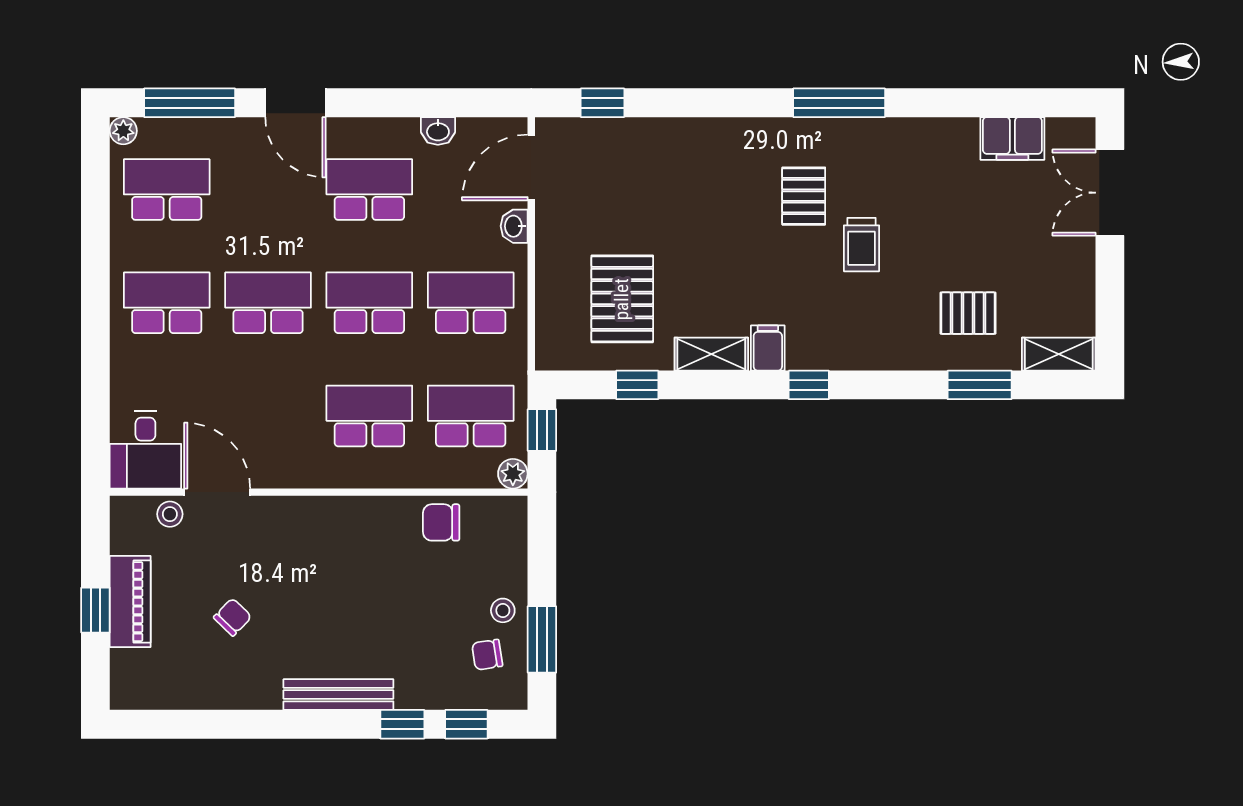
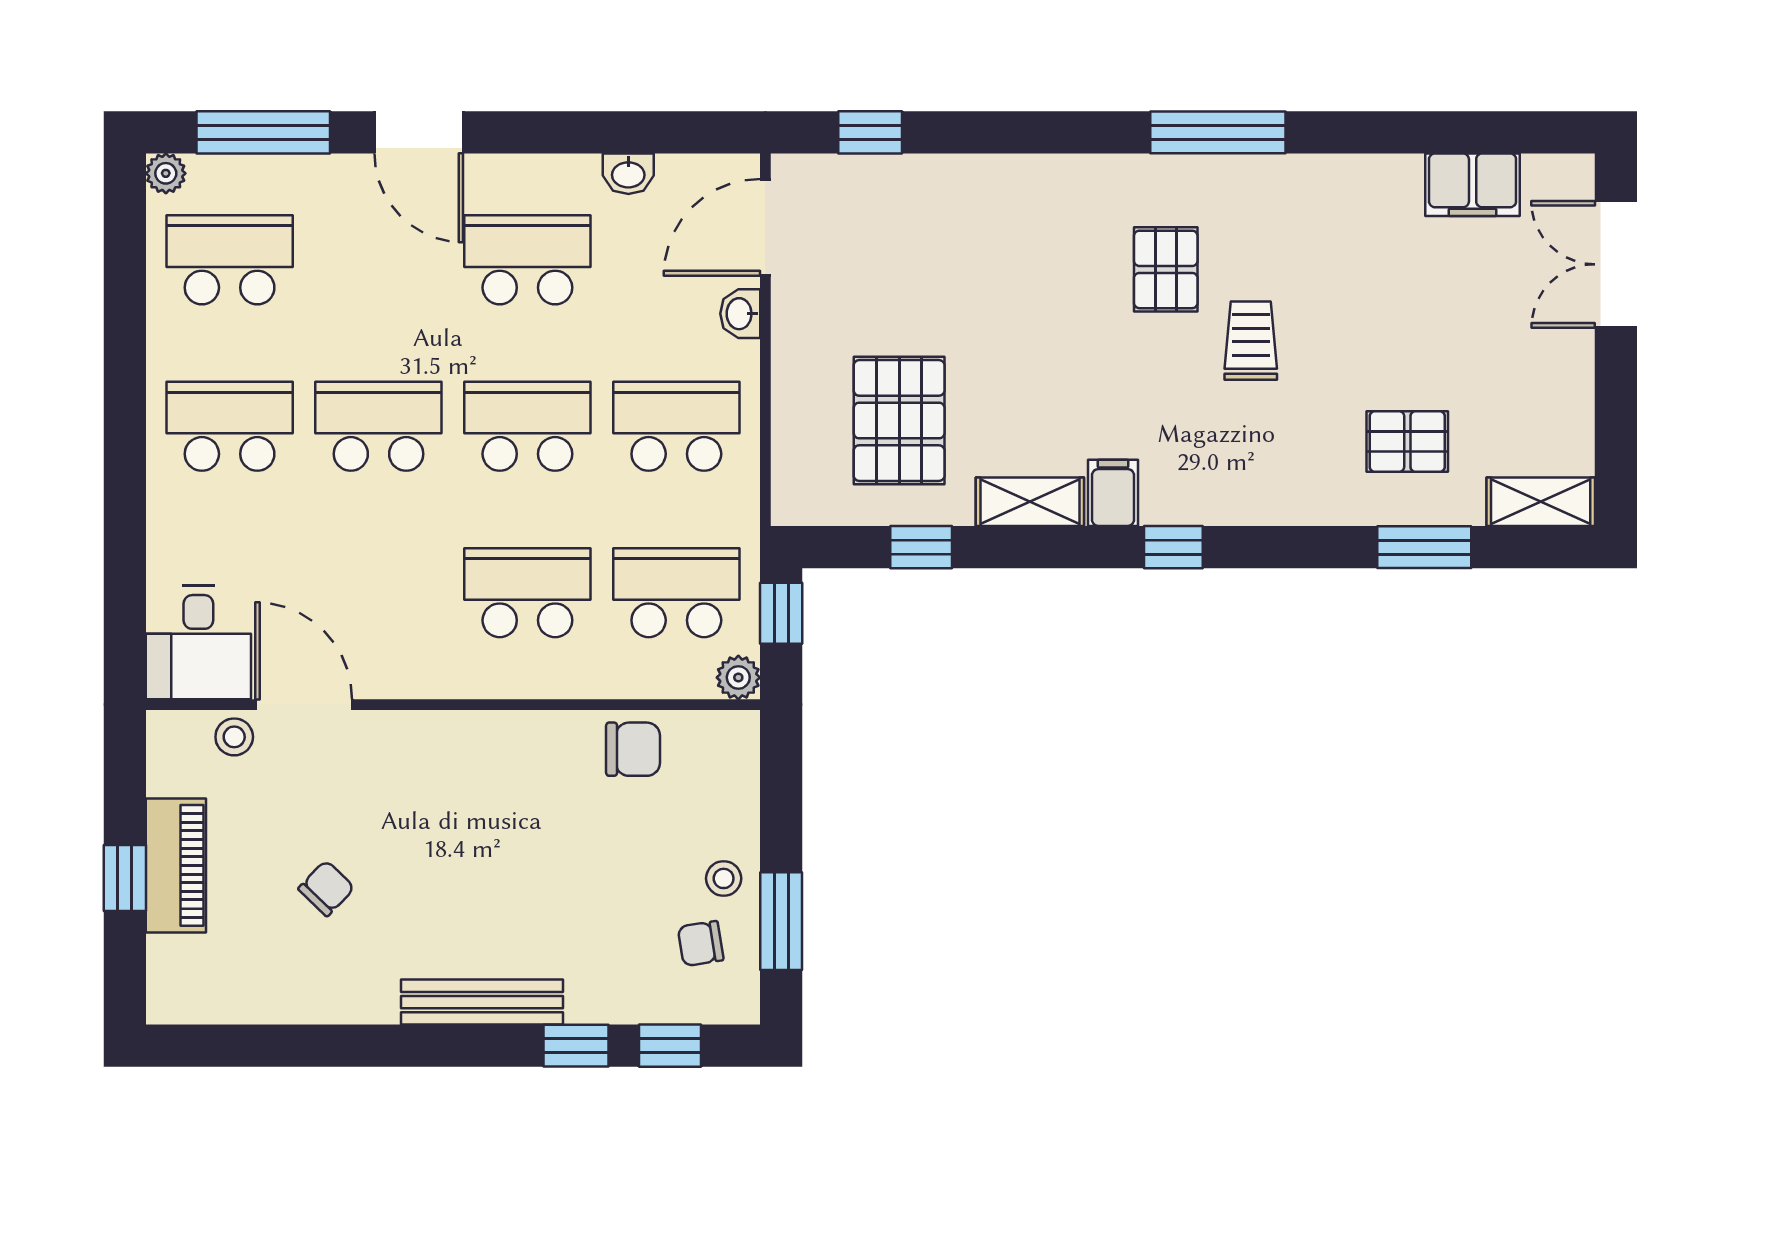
trolley: (862, 245) -> (1251, 341), turned 180
chair: (441, 522) -> (633, 749), turned 180

